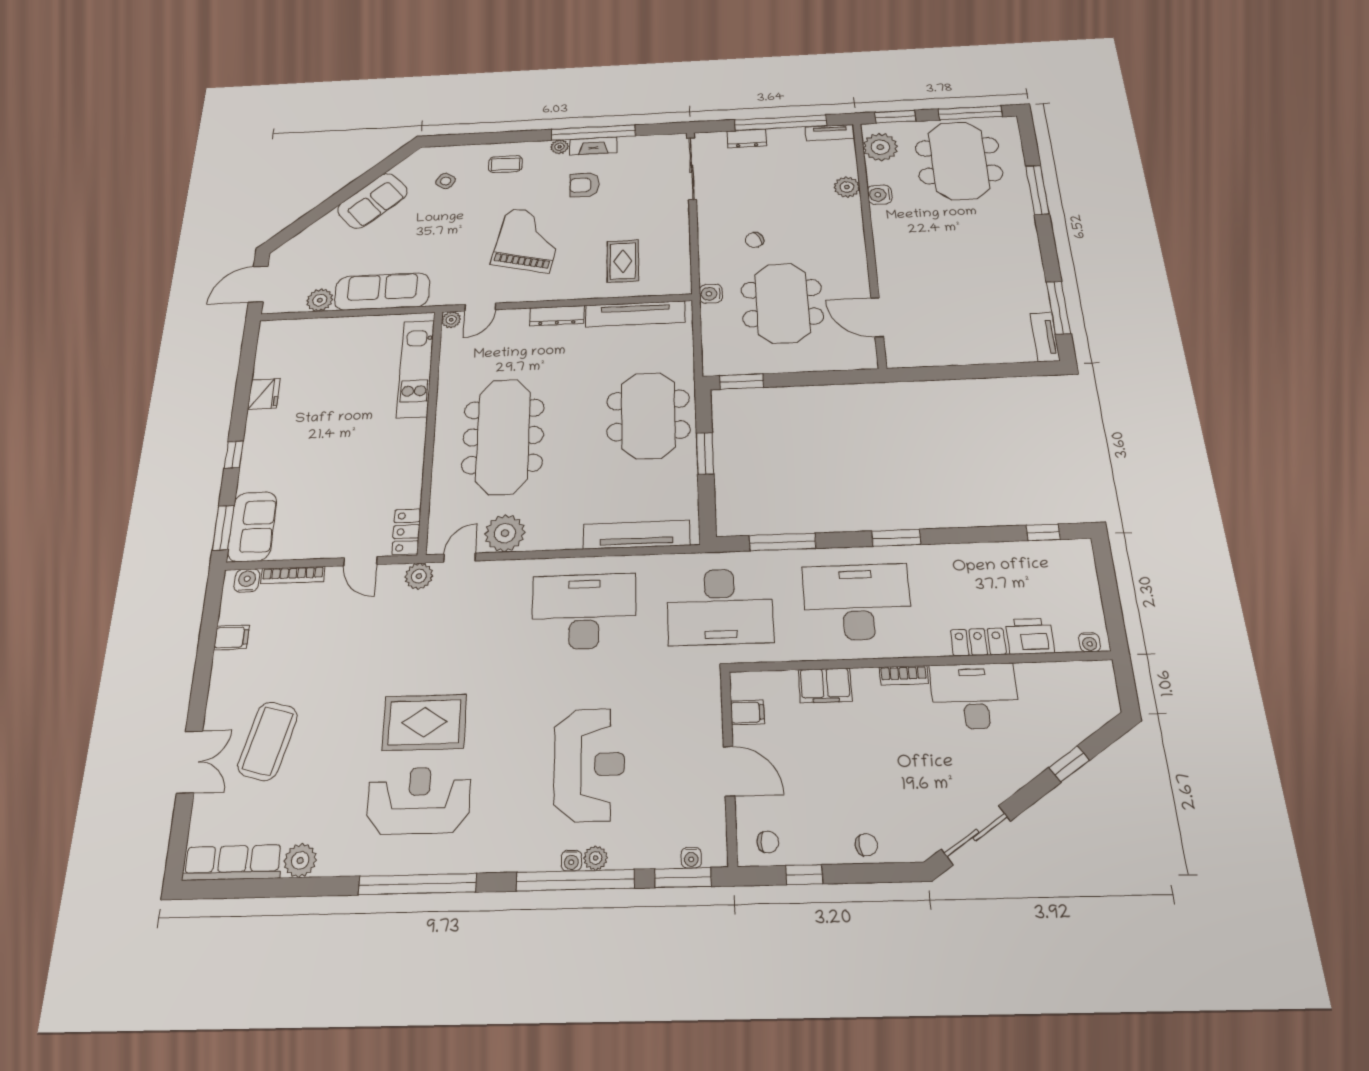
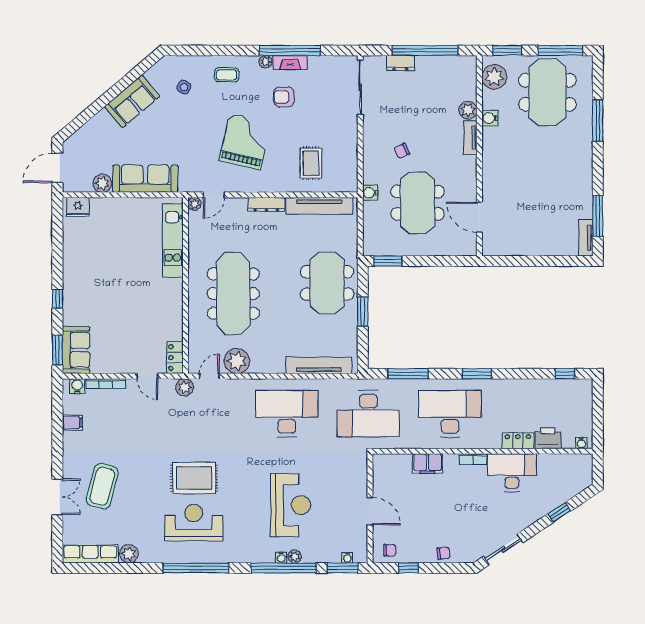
tv unit: (830, 133) -> (470, 138), moved, turned 90
fridge: (264, 394) -> (78, 207), moved, turned 90
filing cabinet: (747, 712) -> (382, 478), removed

